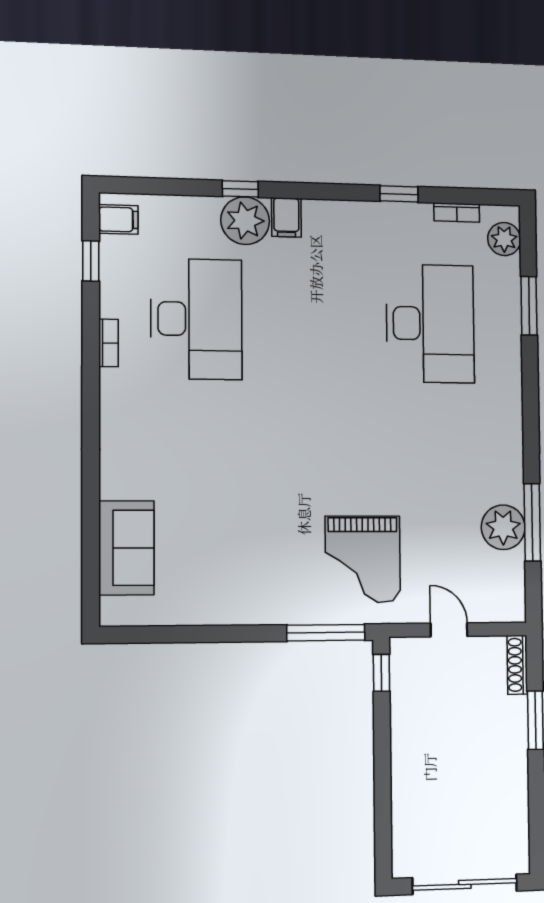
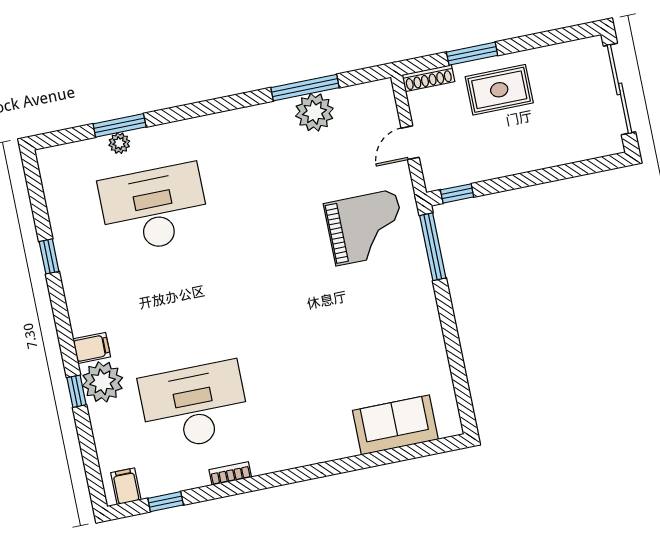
bookcase: (457, 212) -> (53, 204), removed
plant: (504, 239) -> (119, 143), moved, width x0.73, depth x0.73
rug: (489, 744) -> (499, 90), added

